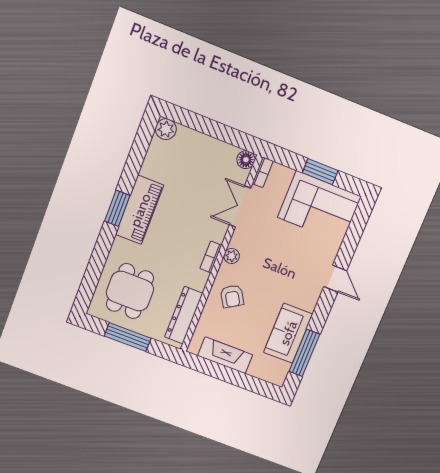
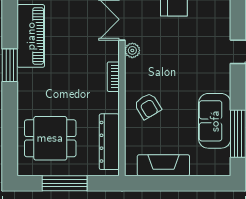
piano: (140, 210) -> (31, 36), moved
plant: (232, 256) -> (132, 50), moved
dining table: (130, 291) -> (50, 138), turned 90

